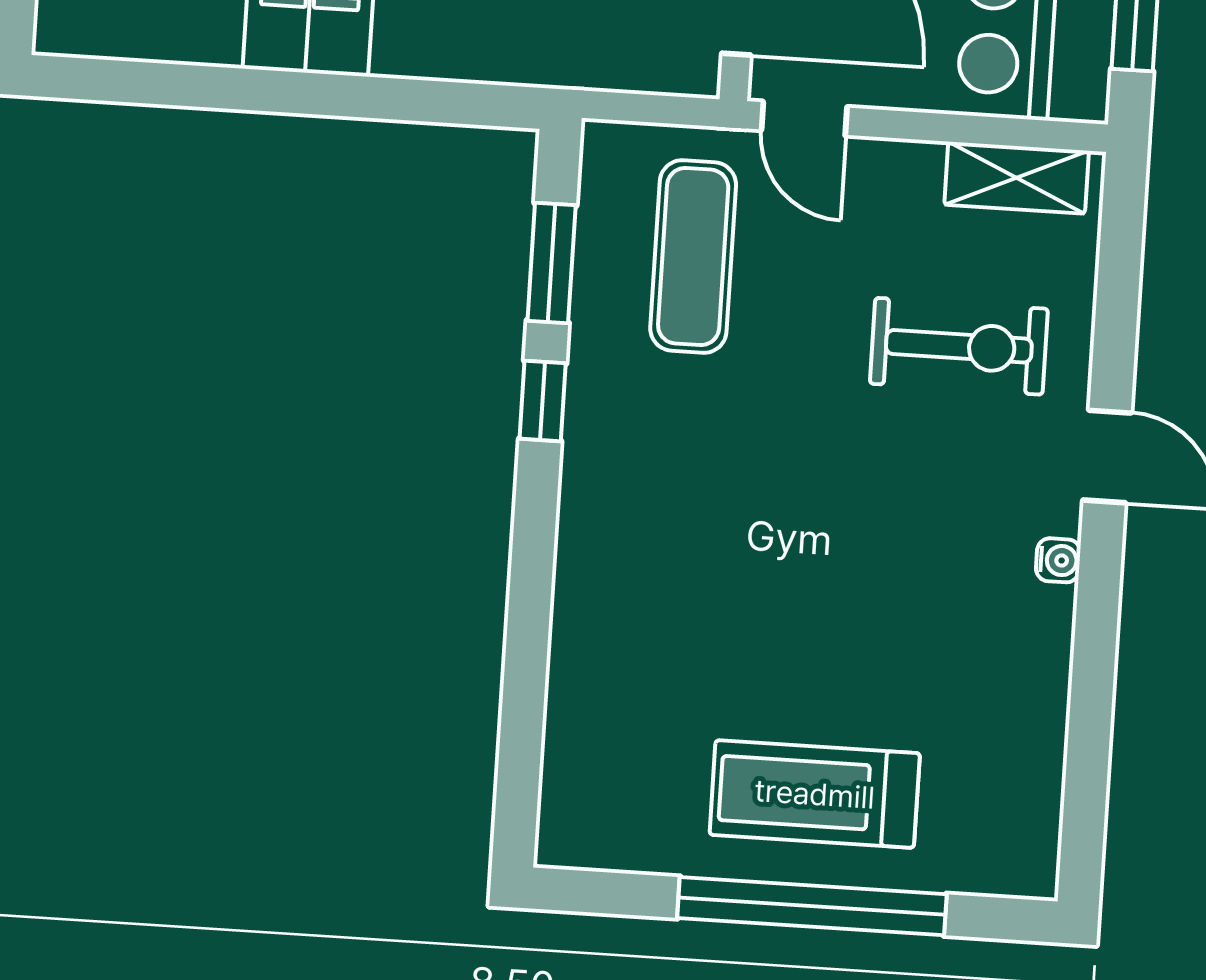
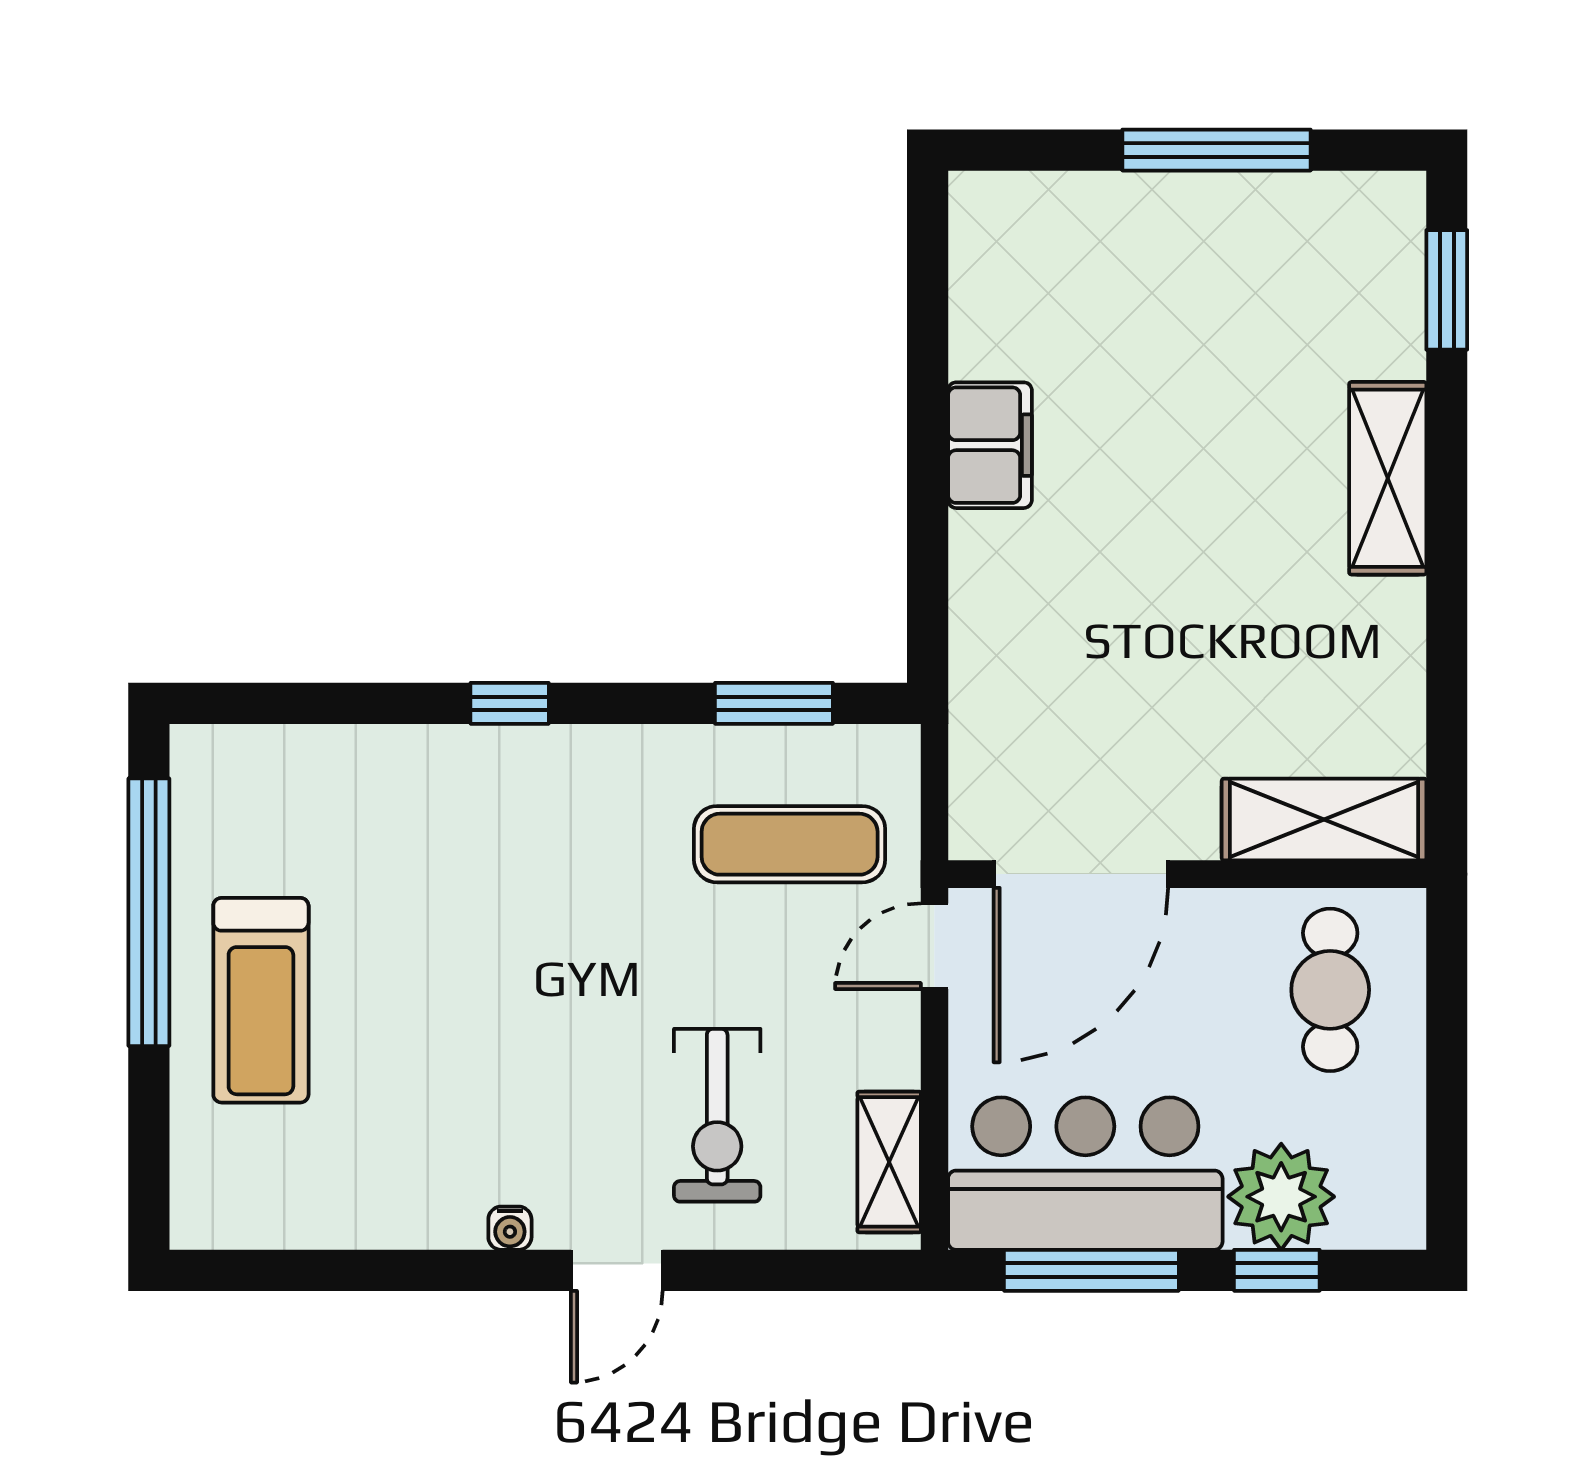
window: (543, 401) -> (510, 703), moved
treadmill: (815, 794) -> (261, 1000), turned 180
window: (812, 906) -> (149, 912), moved

